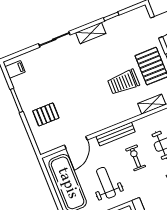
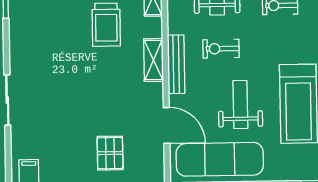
shelving: (91, 33) -> (153, 60), moved
weight bench: (106, 183) -> (240, 104), turned 90

